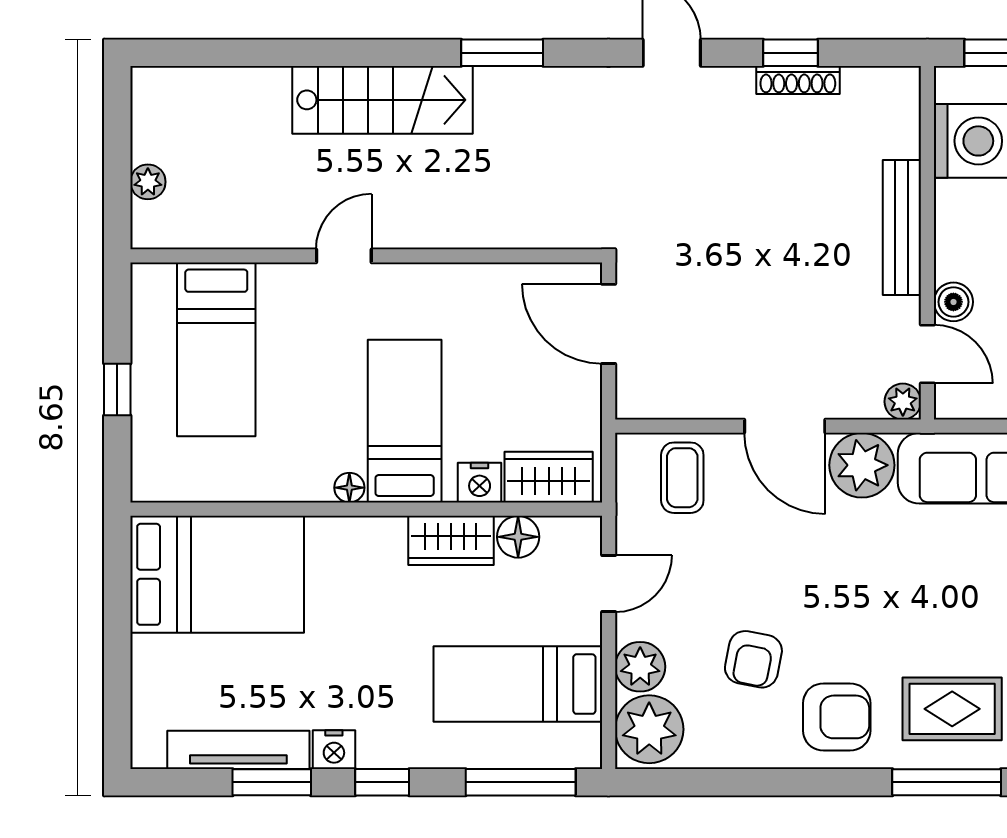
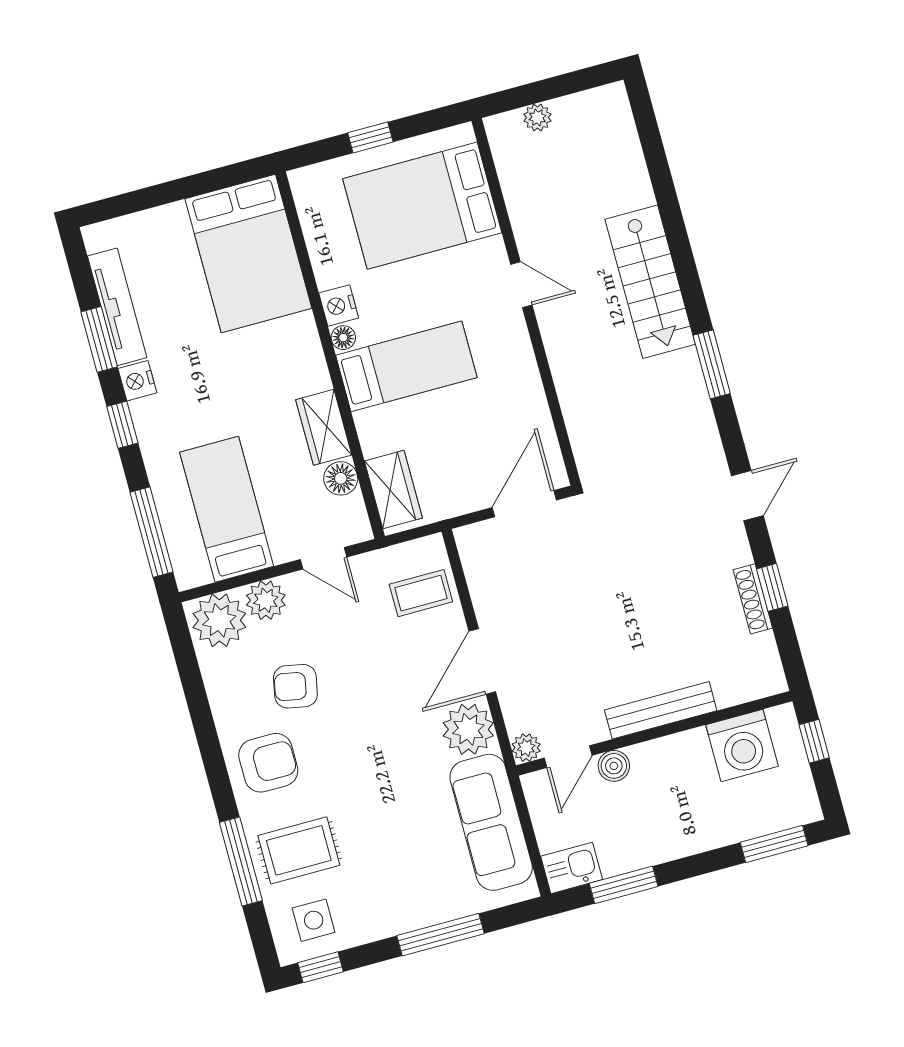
bed: (216, 349) -> (422, 206), width x1.50
nightstand: (480, 483) -> (339, 305), moved
rug: (952, 709) -> (299, 850), turned 90
armchair: (837, 717) -> (268, 763), turned -90

